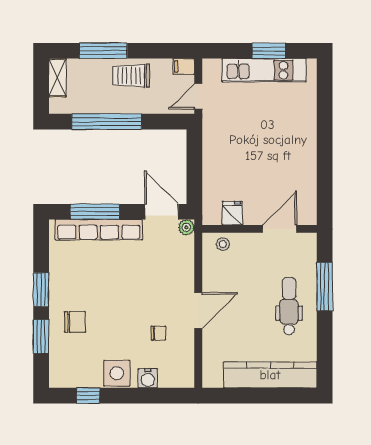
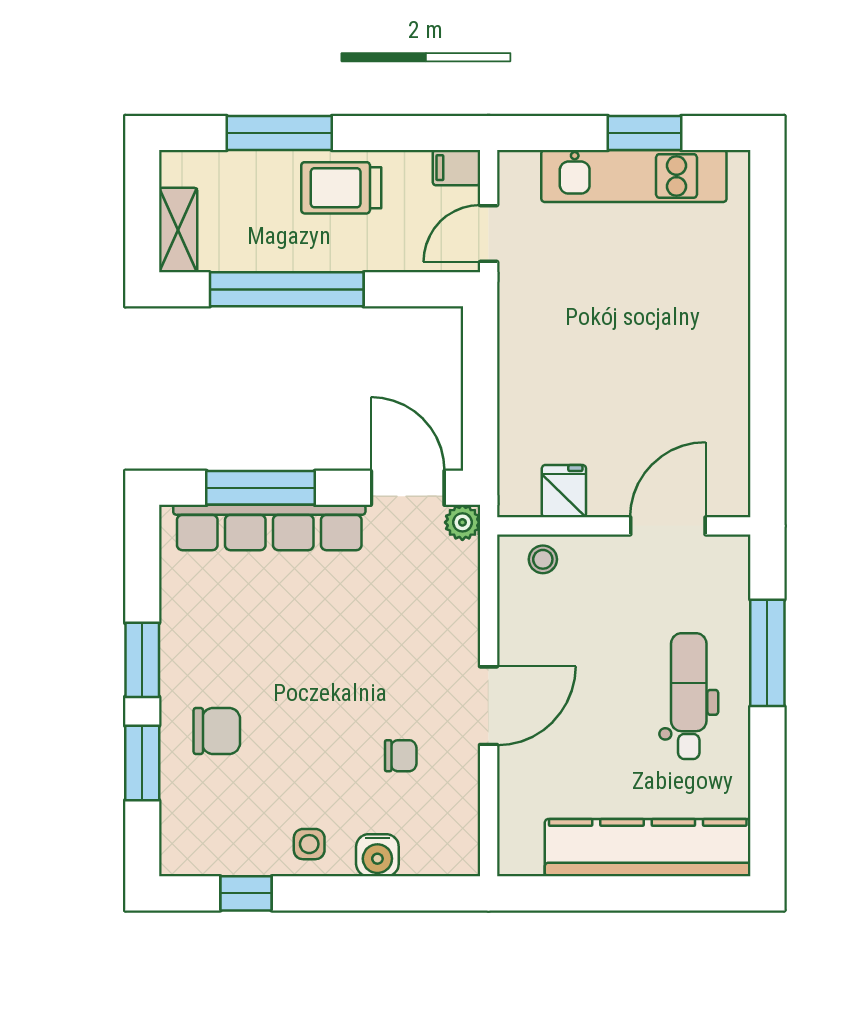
shelving: (57, 78) -> (178, 230), moved
side table: (117, 373) -> (309, 844), width x0.54, depth x0.54

